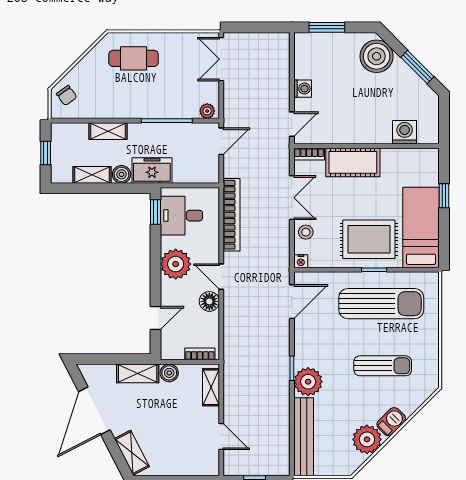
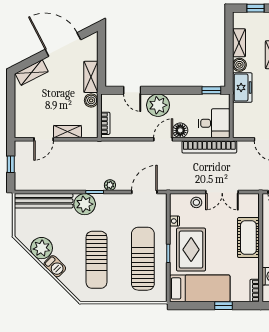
bookcase: (309, 154) -> (255, 291), moved
desk: (181, 216) -> (214, 123), moved, turned 90
nightstand: (301, 261) -> (175, 221), moved
plant: (176, 264) -> (158, 105), moved
floor lamp: (209, 301) -> (180, 130), moved
door: (292, 302) -> (144, 192), swing flipped
sun lounger: (381, 304) -> (143, 259), turned 180
plant: (283, 348) -> (110, 185), added
sun lounger: (383, 366) -> (96, 260), width x1.36, depth x1.34
shelving: (211, 387) -> (67, 132), moved

